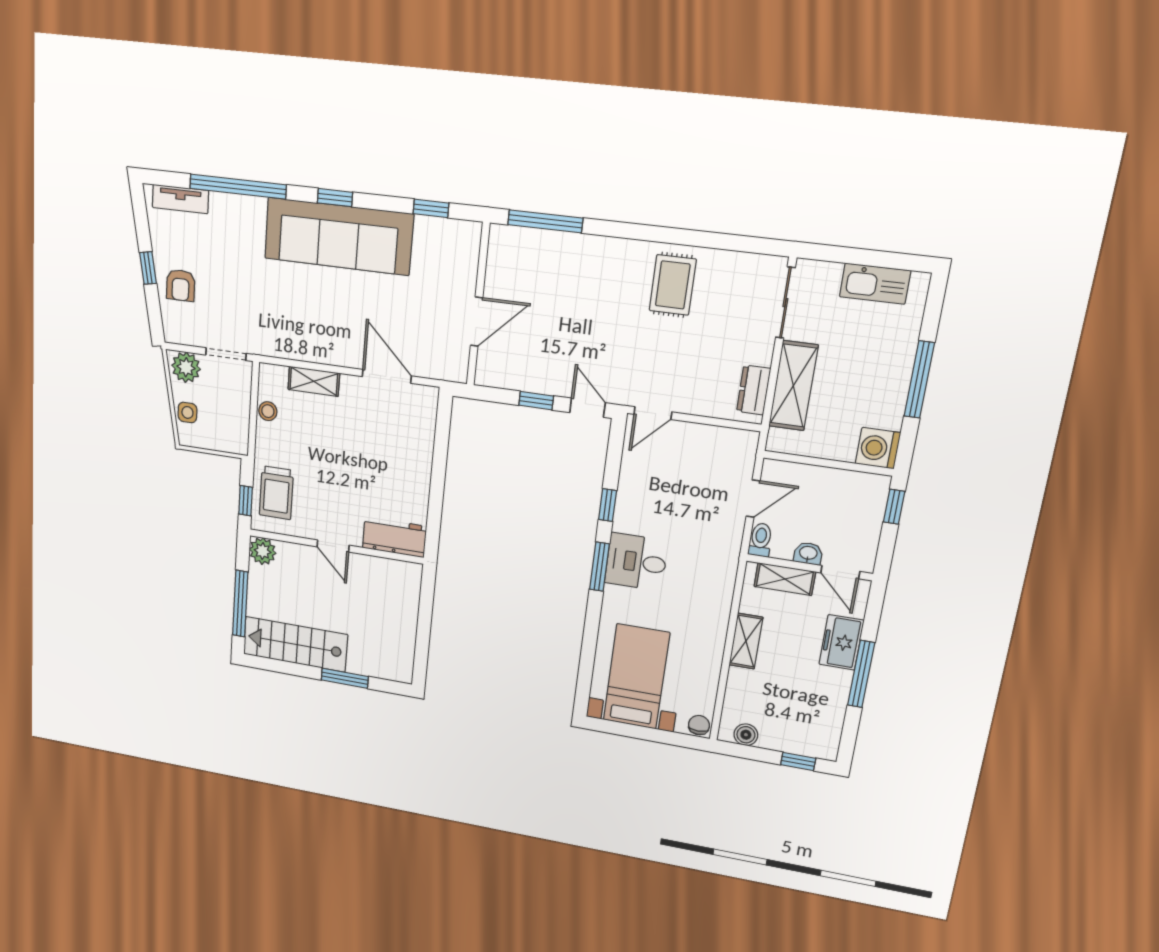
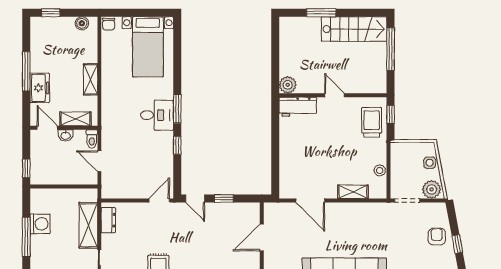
washing machine: (878, 448) -> (40, 224), moved
door: (753, 499) -> (99, 161), hinge flipped
plant: (263, 551) -> (288, 85), moved

